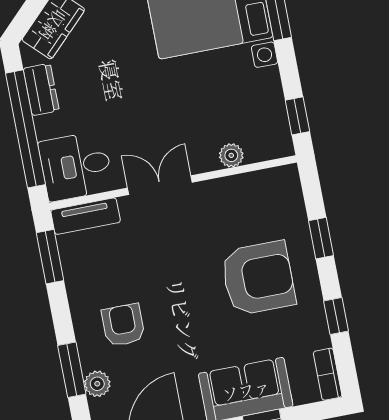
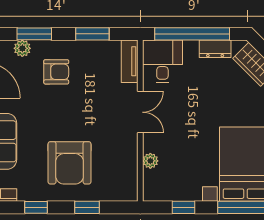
window: (297, 116) -> (183, 207), moved
window: (50, 257) -> (92, 34), moved

